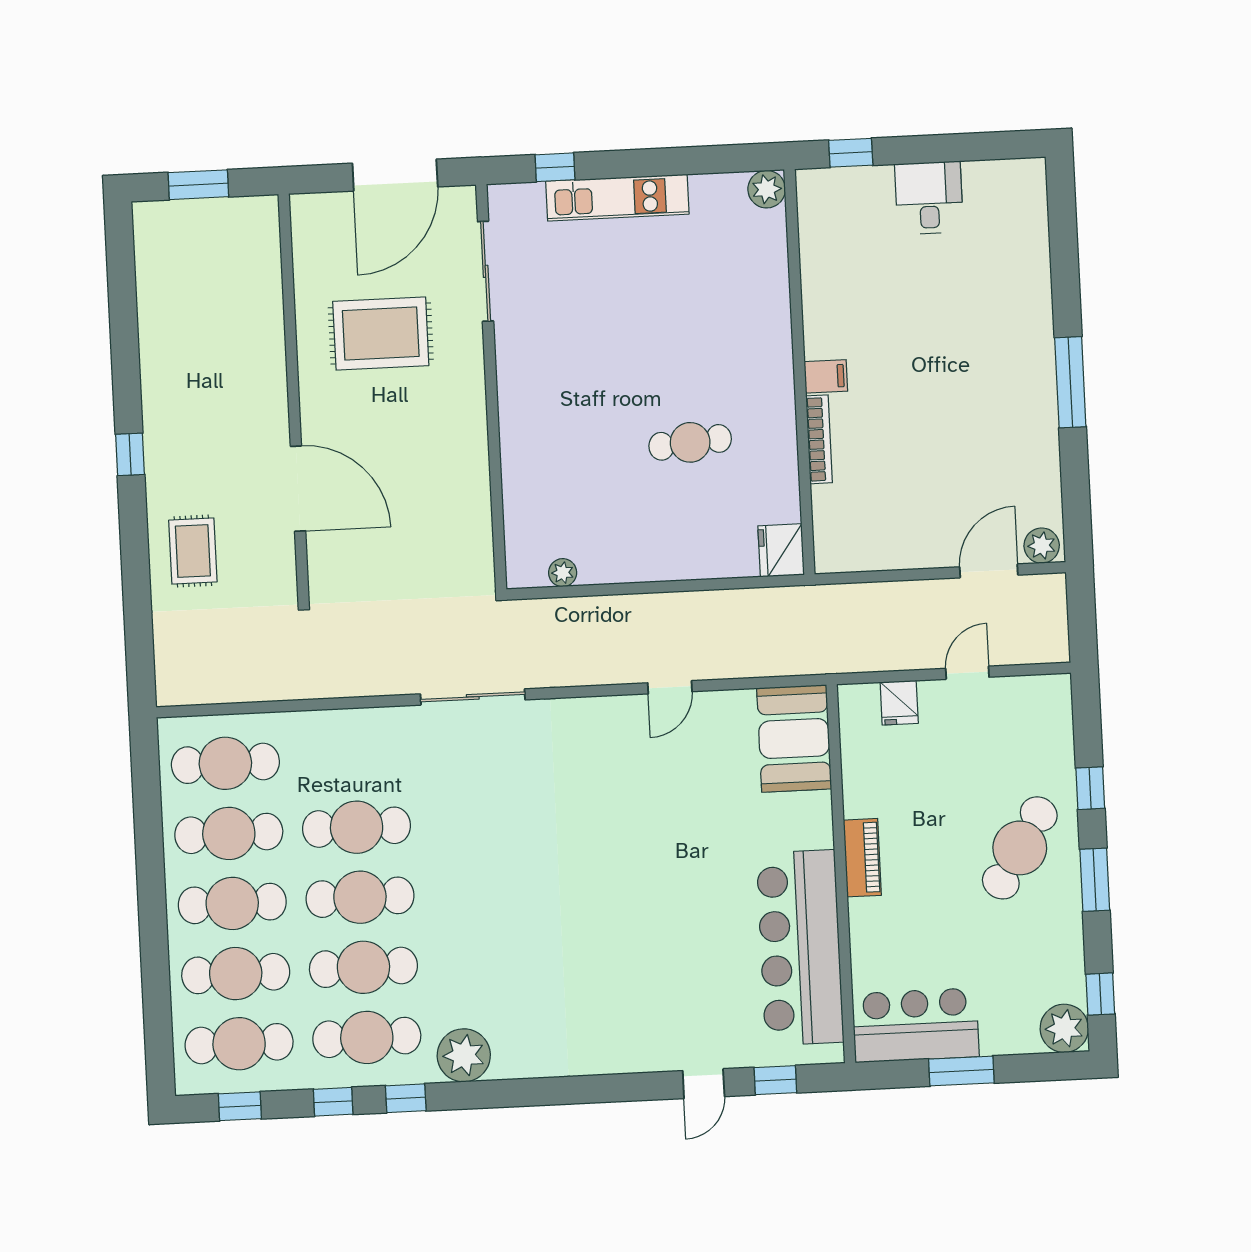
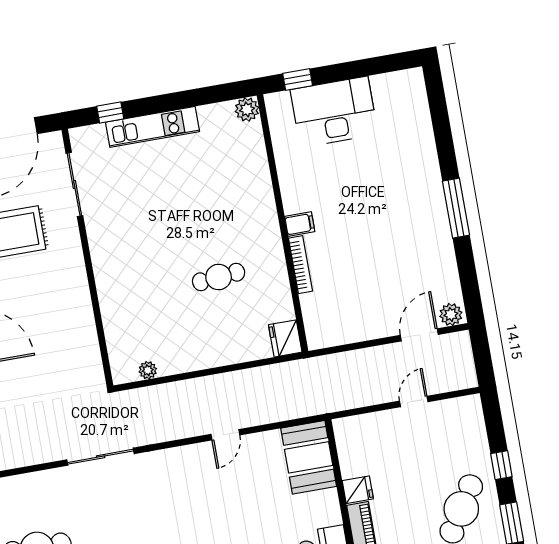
desk: (929, 198) -> (334, 112), width x1.87, depth x1.30
fridge: (899, 703) -> (358, 490), moved, turned -90

